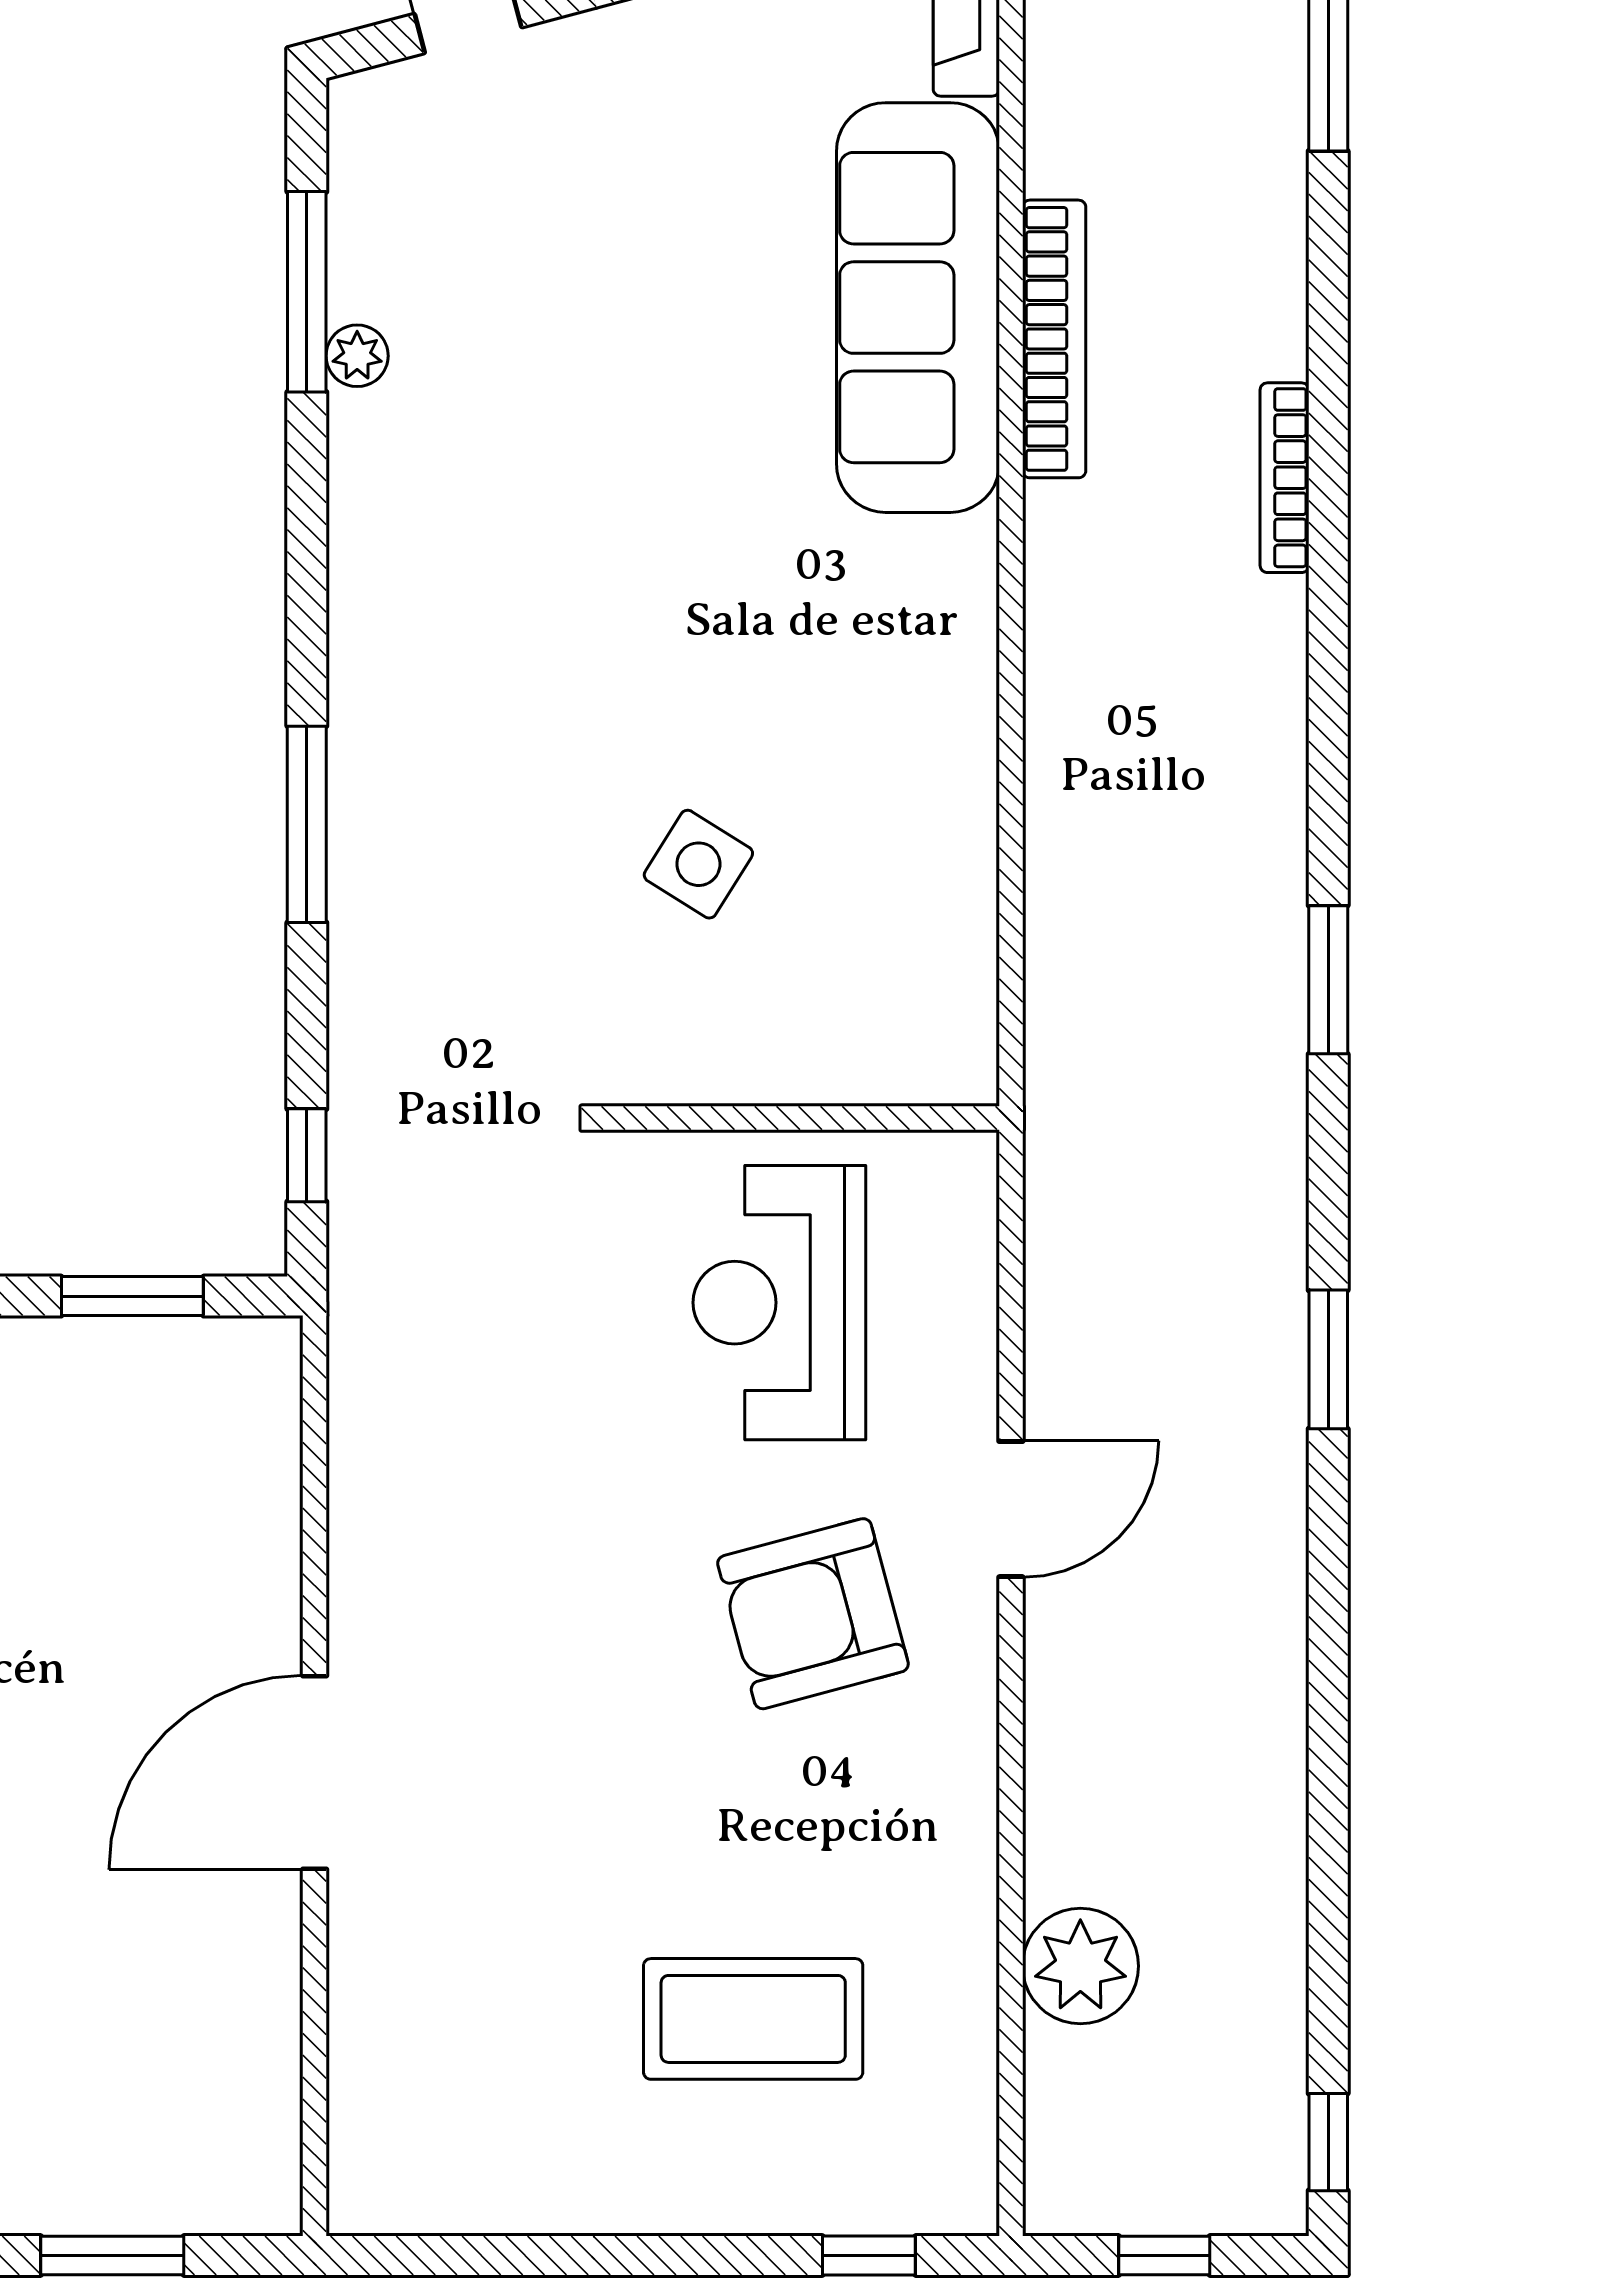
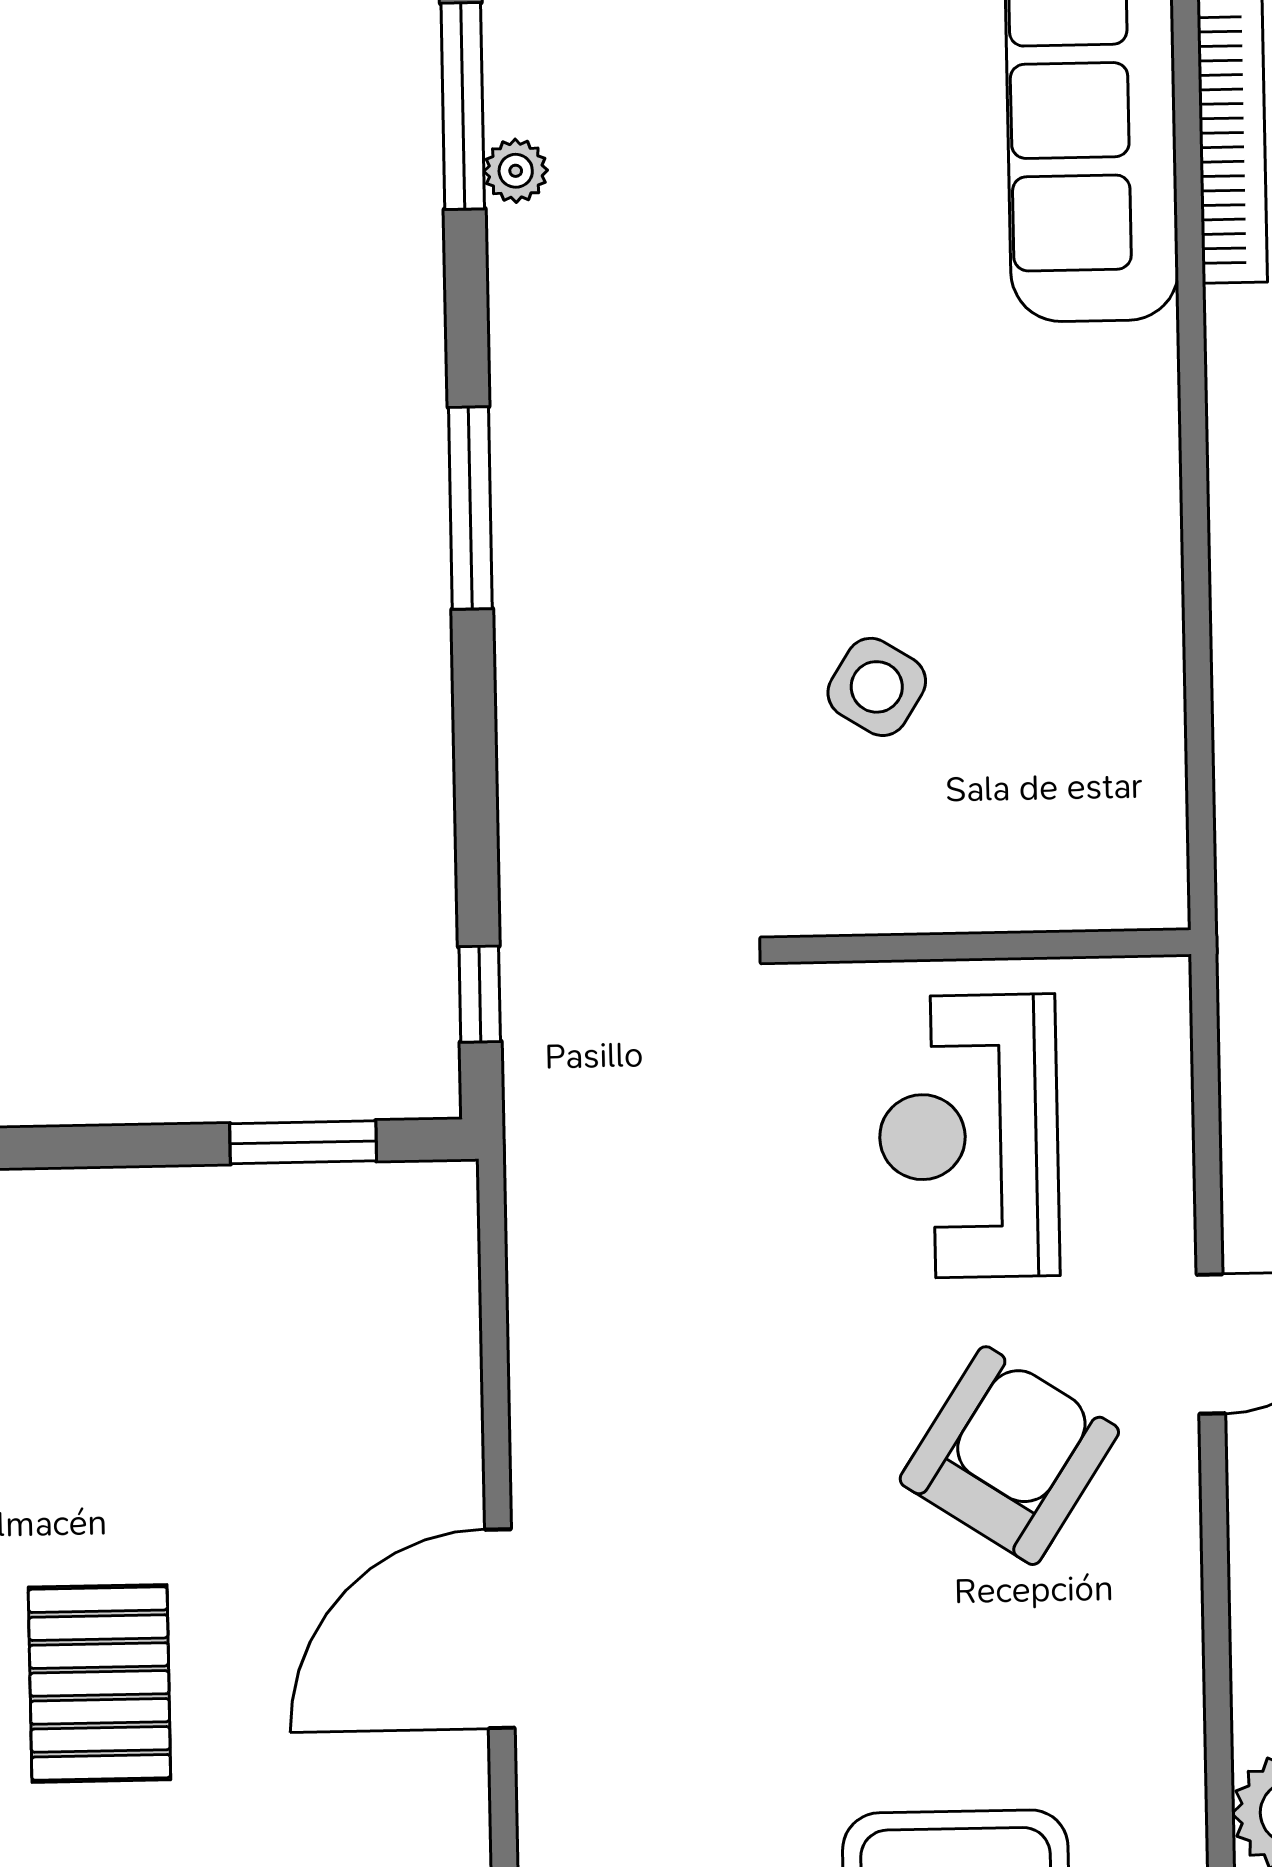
window: (307, 824) -> (470, 508), moved
armchair: (813, 1614) -> (1009, 1456), turned 138

